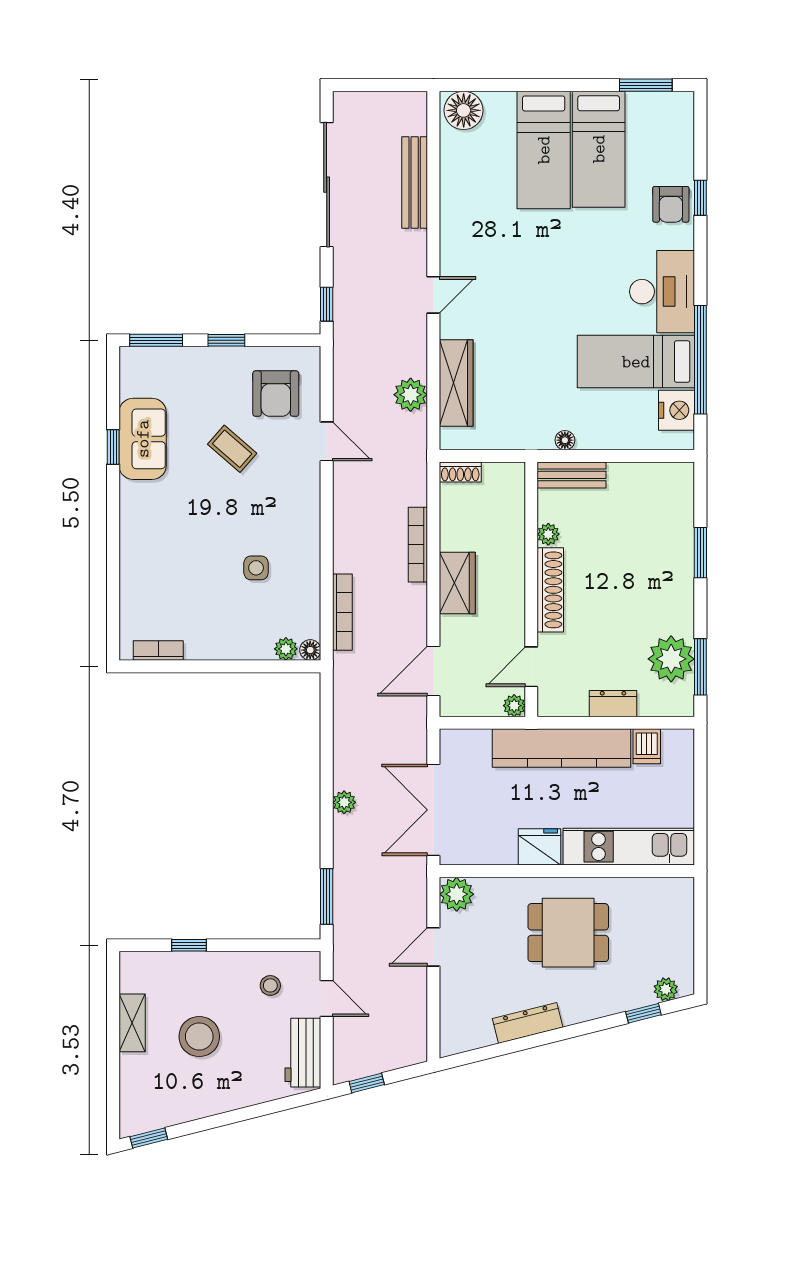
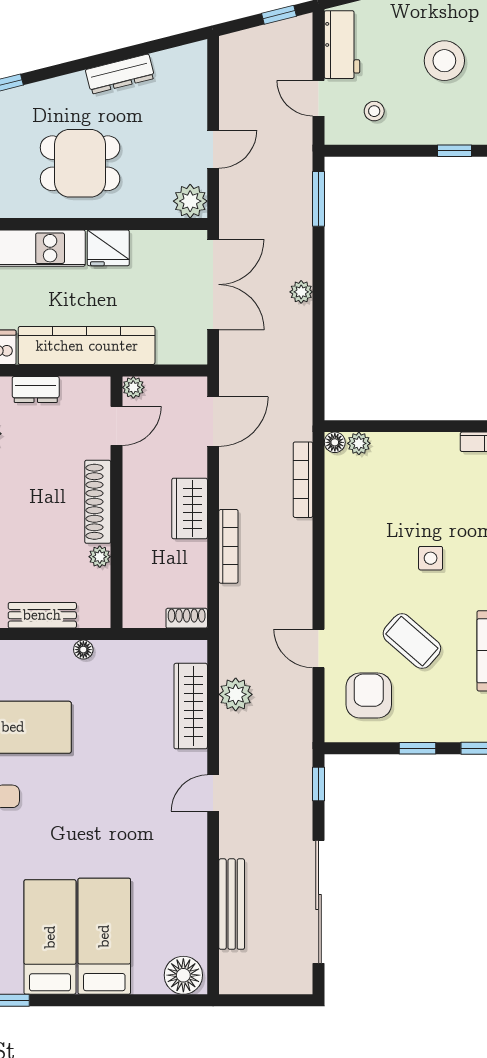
coffee table: (232, 449) -> (412, 641), width x1.36, depth x1.30
bench: (572, 475) -> (42, 615), moved
side table: (256, 568) -> (431, 558), moved

